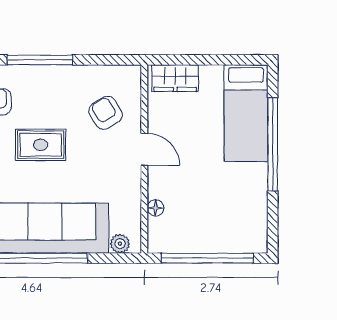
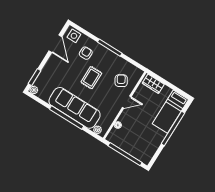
rug: (41, 145) -> (91, 78), turned 90
door: (144, 149) -> (127, 102), hinge flipped

